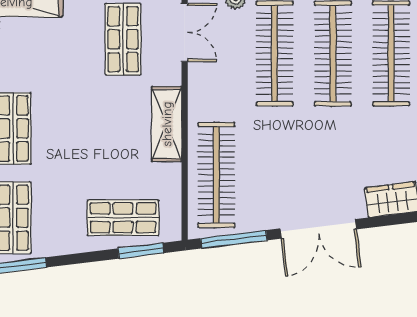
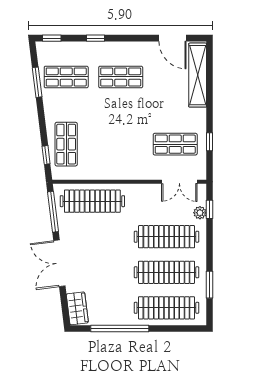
shelving: (167, 124) -> (123, 171), removed
window: (141, 251) -> (46, 155), width x0.67

